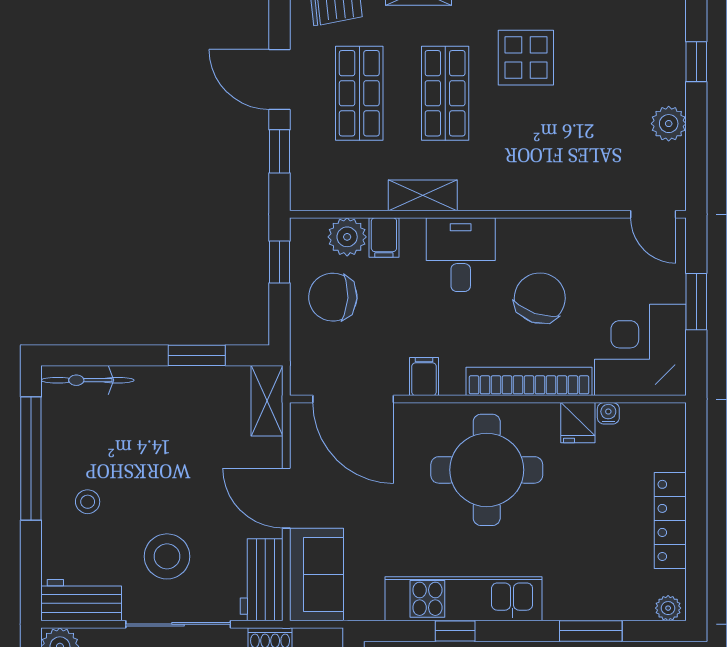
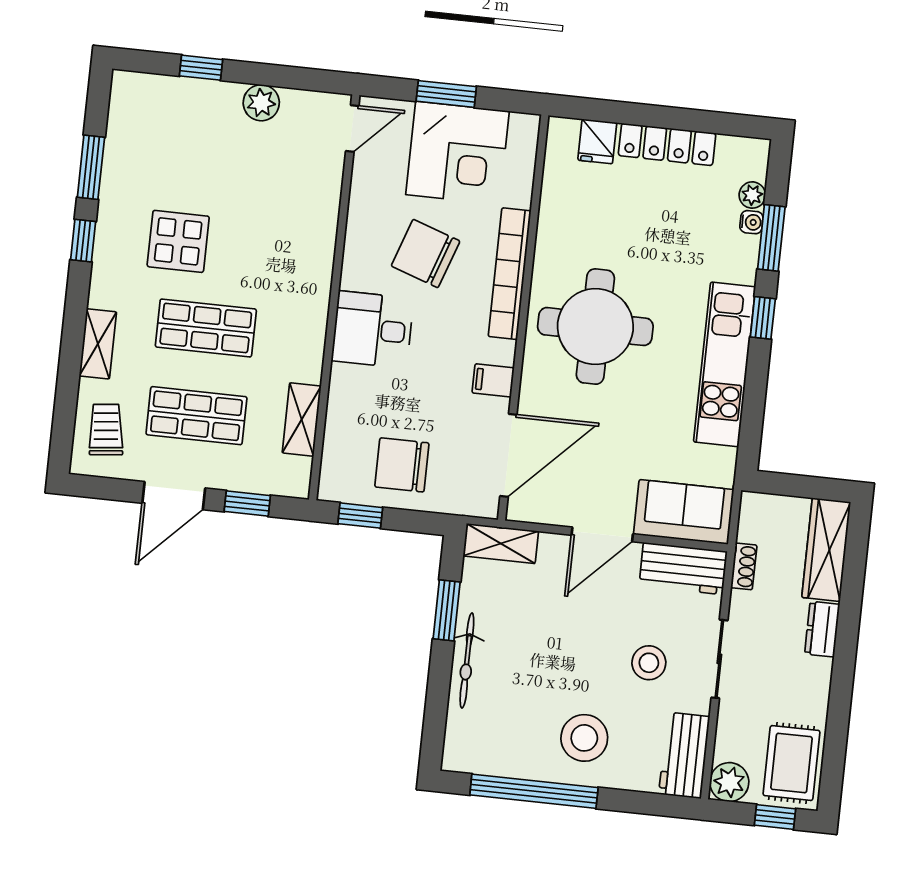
shelving: (423, 195) -> (302, 420), moved
plant: (347, 237) -> (342, 444), removed
filing cabinet: (384, 237) -> (347, 406), removed
chair: (333, 297) -> (402, 465), turned 87
corner desk: (640, 350) -> (458, 153), moved, turned -90
bicycle: (88, 380) -> (467, 660), moved
water cooler: (608, 413) -> (751, 222), moved, turned 180
fridge: (578, 423) -> (597, 141), moved, turned 90
stool: (88, 502) -> (584, 738), width x1.89, depth x1.89
stool: (167, 556) -> (649, 663), width x0.73, depth x0.73
plant: (668, 608) -> (752, 195), moved
sliding door: (178, 624) -> (719, 659), width x0.73
window: (455, 631) -> (763, 318), moved

